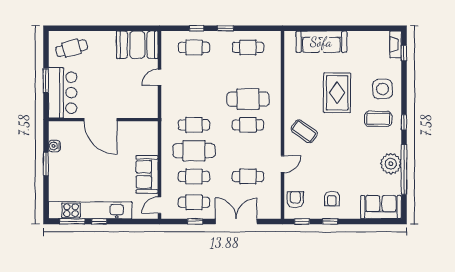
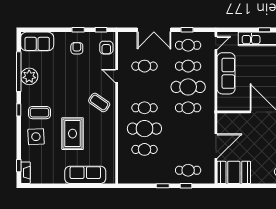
cafe table: (248, 47) -> (144, 149), moved
door: (159, 77) -> (216, 146), width x1.87
door: (282, 164) -> (117, 76), hinge flipped
sofa: (147, 174) -> (226, 73), width x1.36

